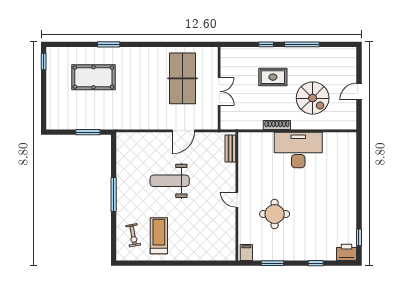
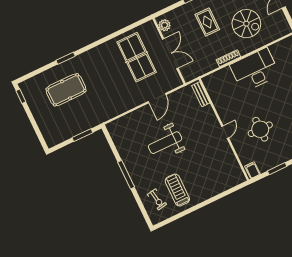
plant: (227, 59) -> (164, 25), added
rug: (273, 77) -> (207, 22), turned 90
double door: (219, 91) -> (170, 54), width x1.37
door: (237, 200) -> (225, 132), swing flipped

